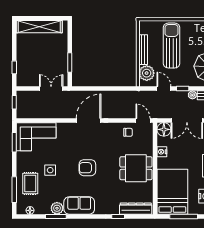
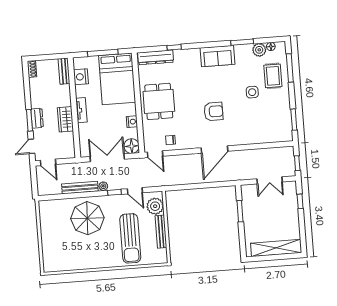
double door: (51, 89) -> (270, 180), moved
corner sofa: (36, 137) -> (270, 127), removed
armchair: (87, 168) -> (213, 111), moved
dining table: (136, 168) -> (159, 101), turned 90
plant: (57, 208) -> (259, 50), moved

